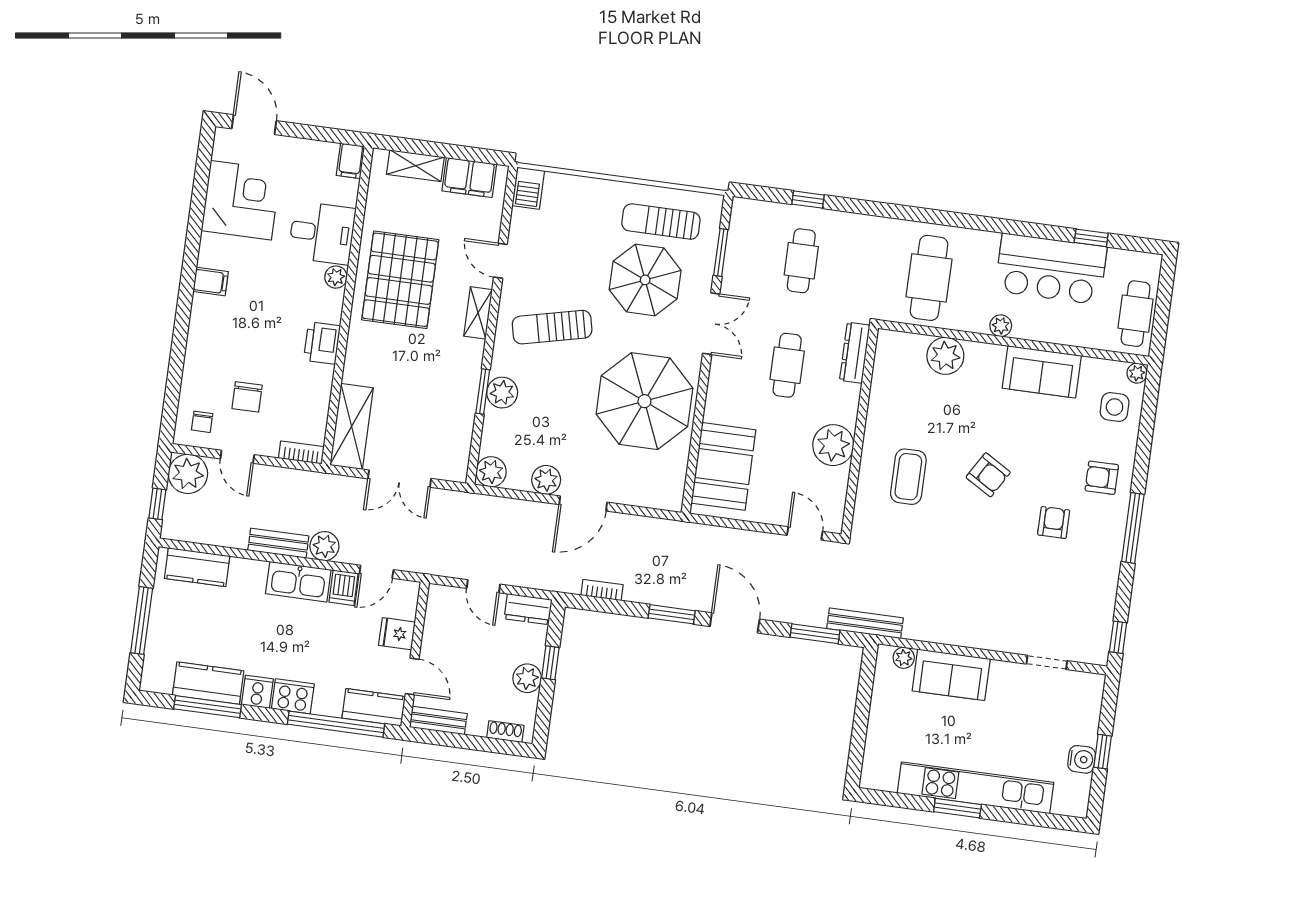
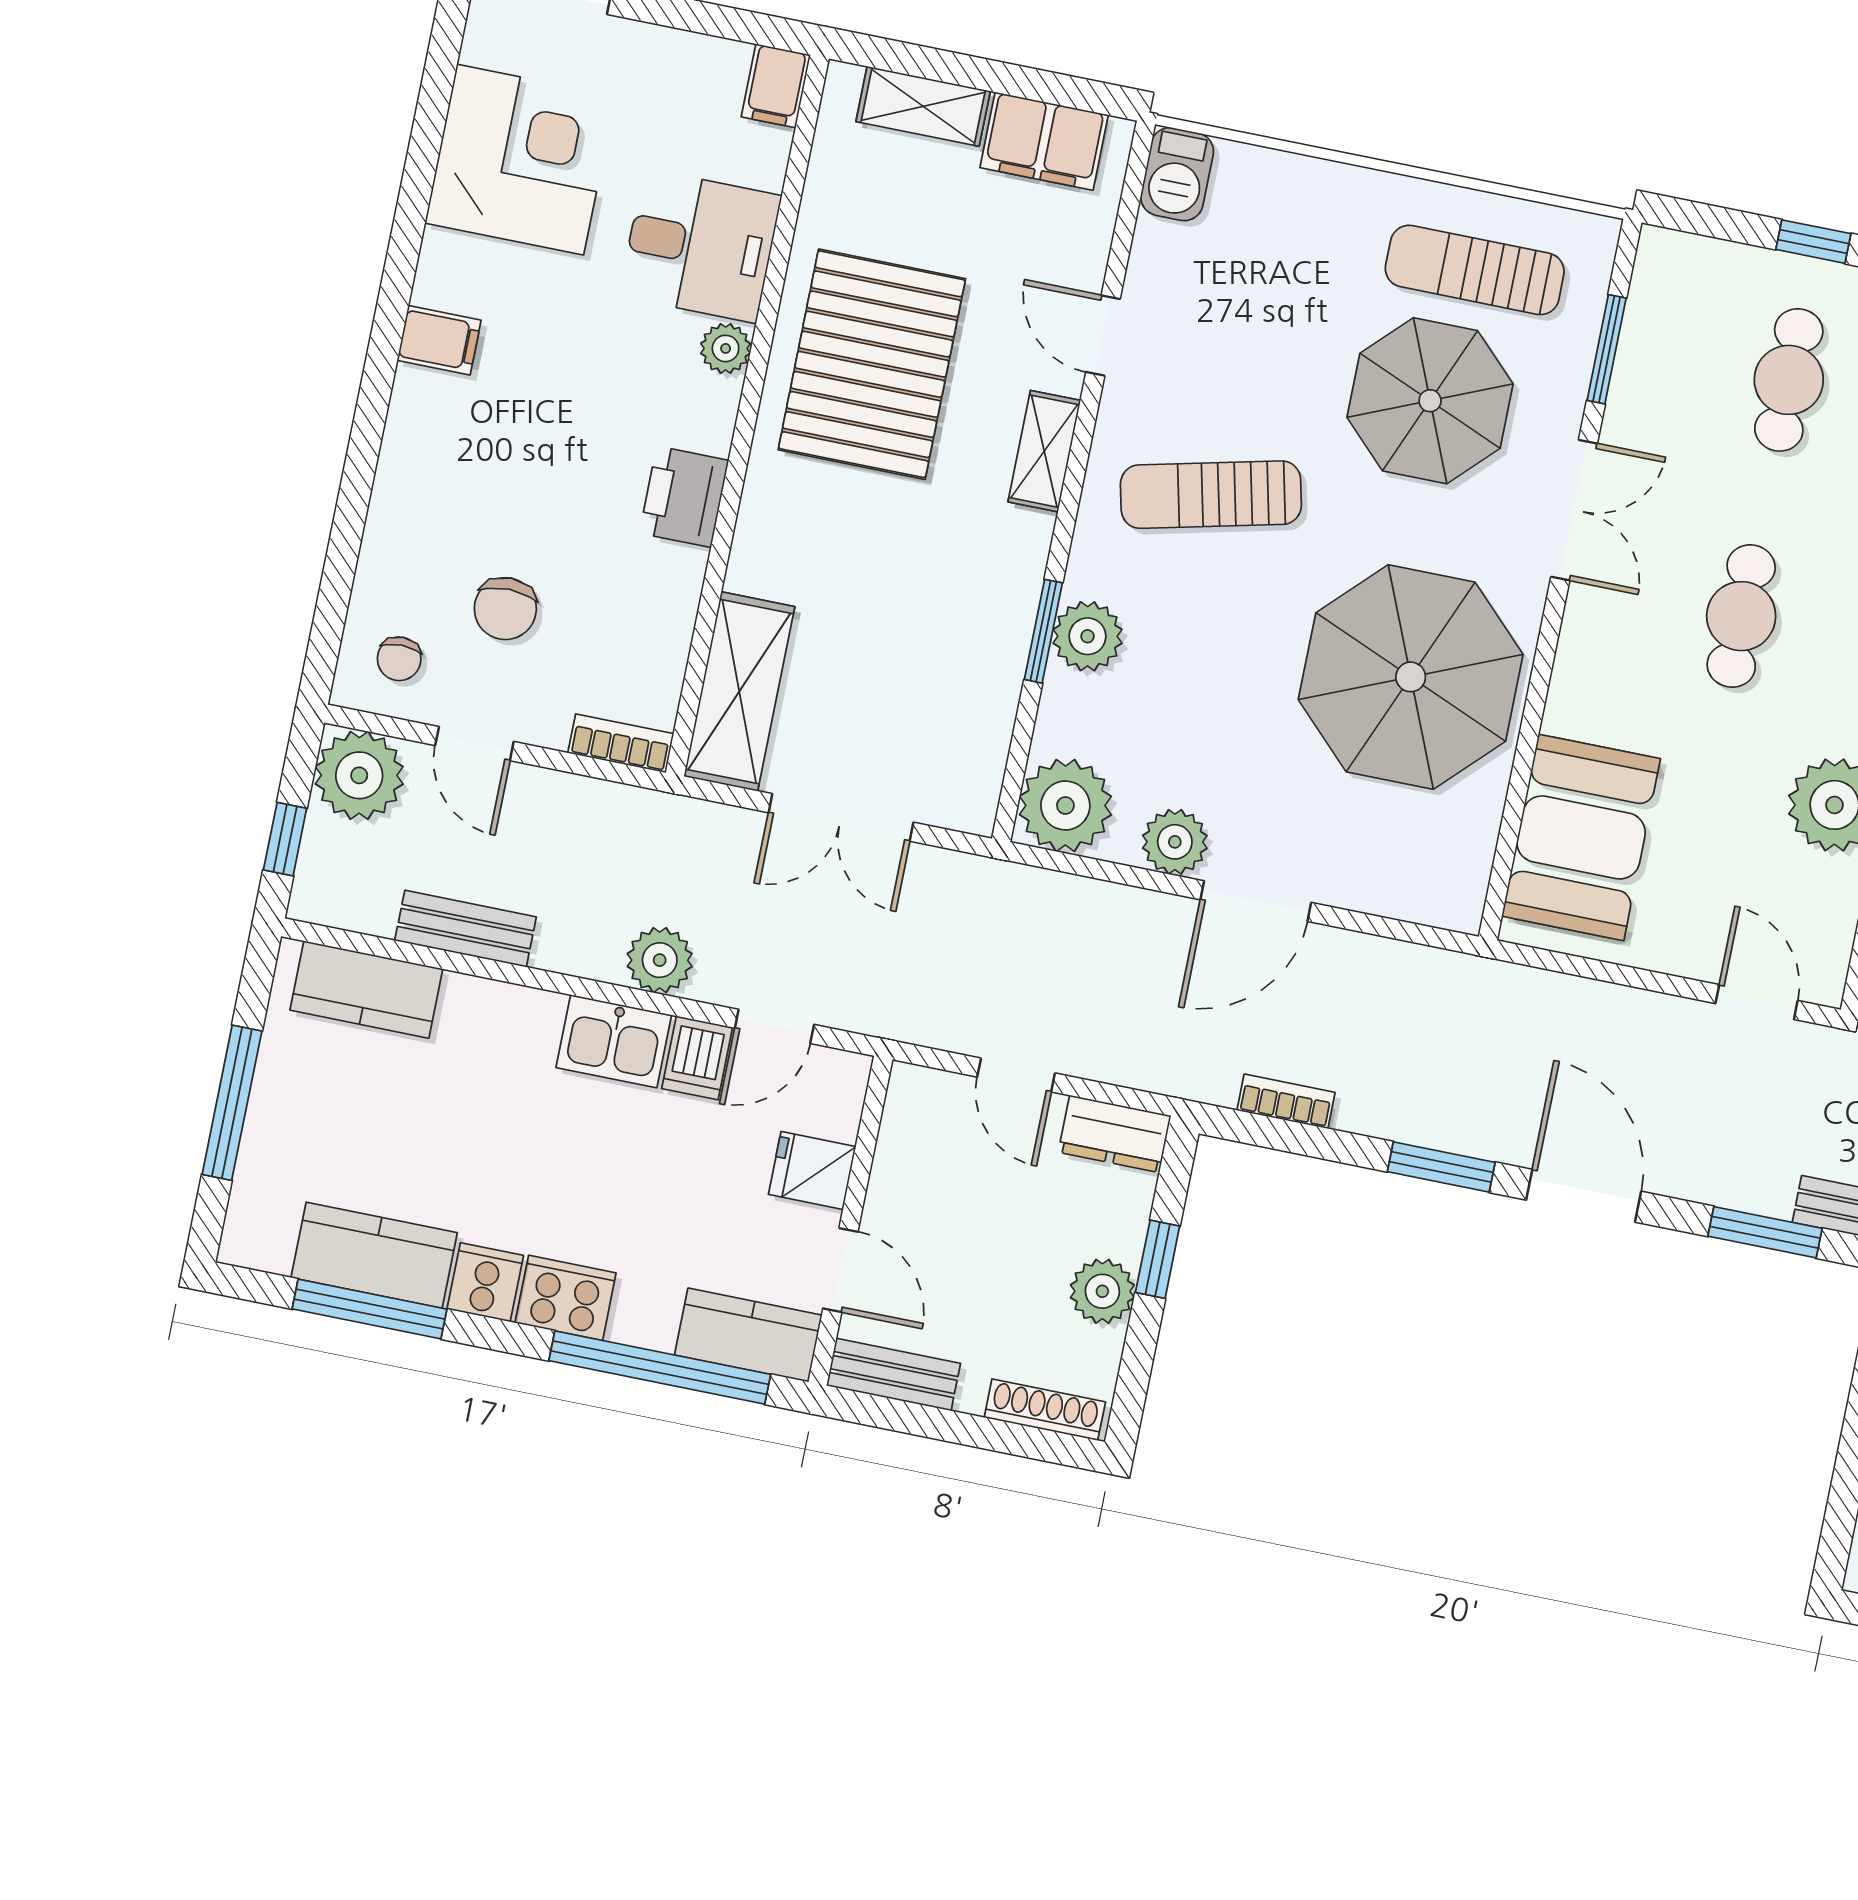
plant: (491, 472) -> (1065, 805), width x1.36, depth x1.36
bench: (278, 543) -> (466, 929), moved
kitchen sink: (298, 582) -> (614, 1041), width x0.73
shoe rack: (505, 732) -> (1045, 1410), width x1.43

